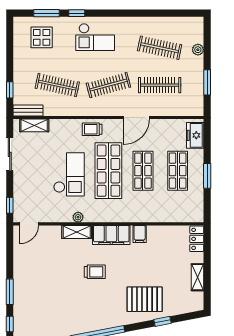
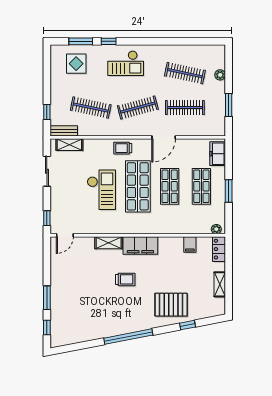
plant: (78, 217) -> (216, 229), moved
filing cabinet: (140, 234) -> (190, 245), moved

